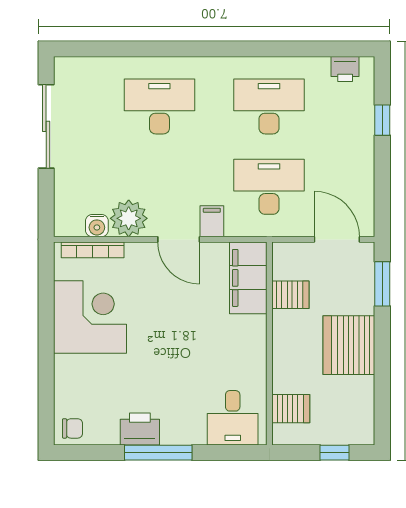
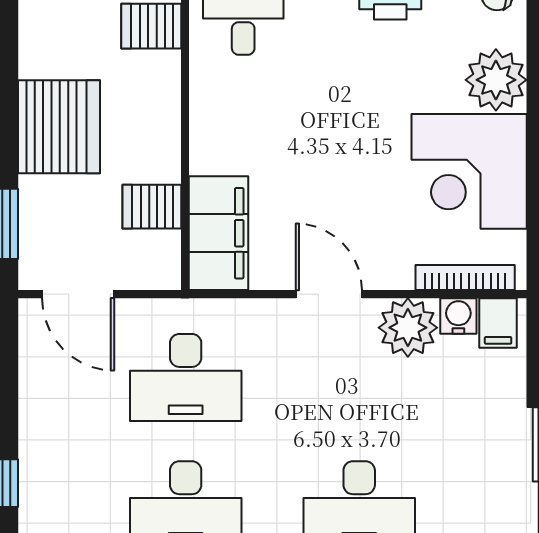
filing cabinet: (212, 221) -> (498, 323), moved
plant: (73, 375) -> (496, 80), added

